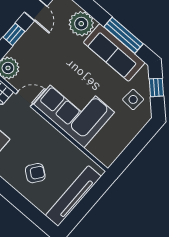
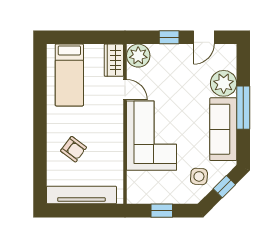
window: (123, 35) -> (243, 108), moved
window: (135, 148) -> (162, 211), added

